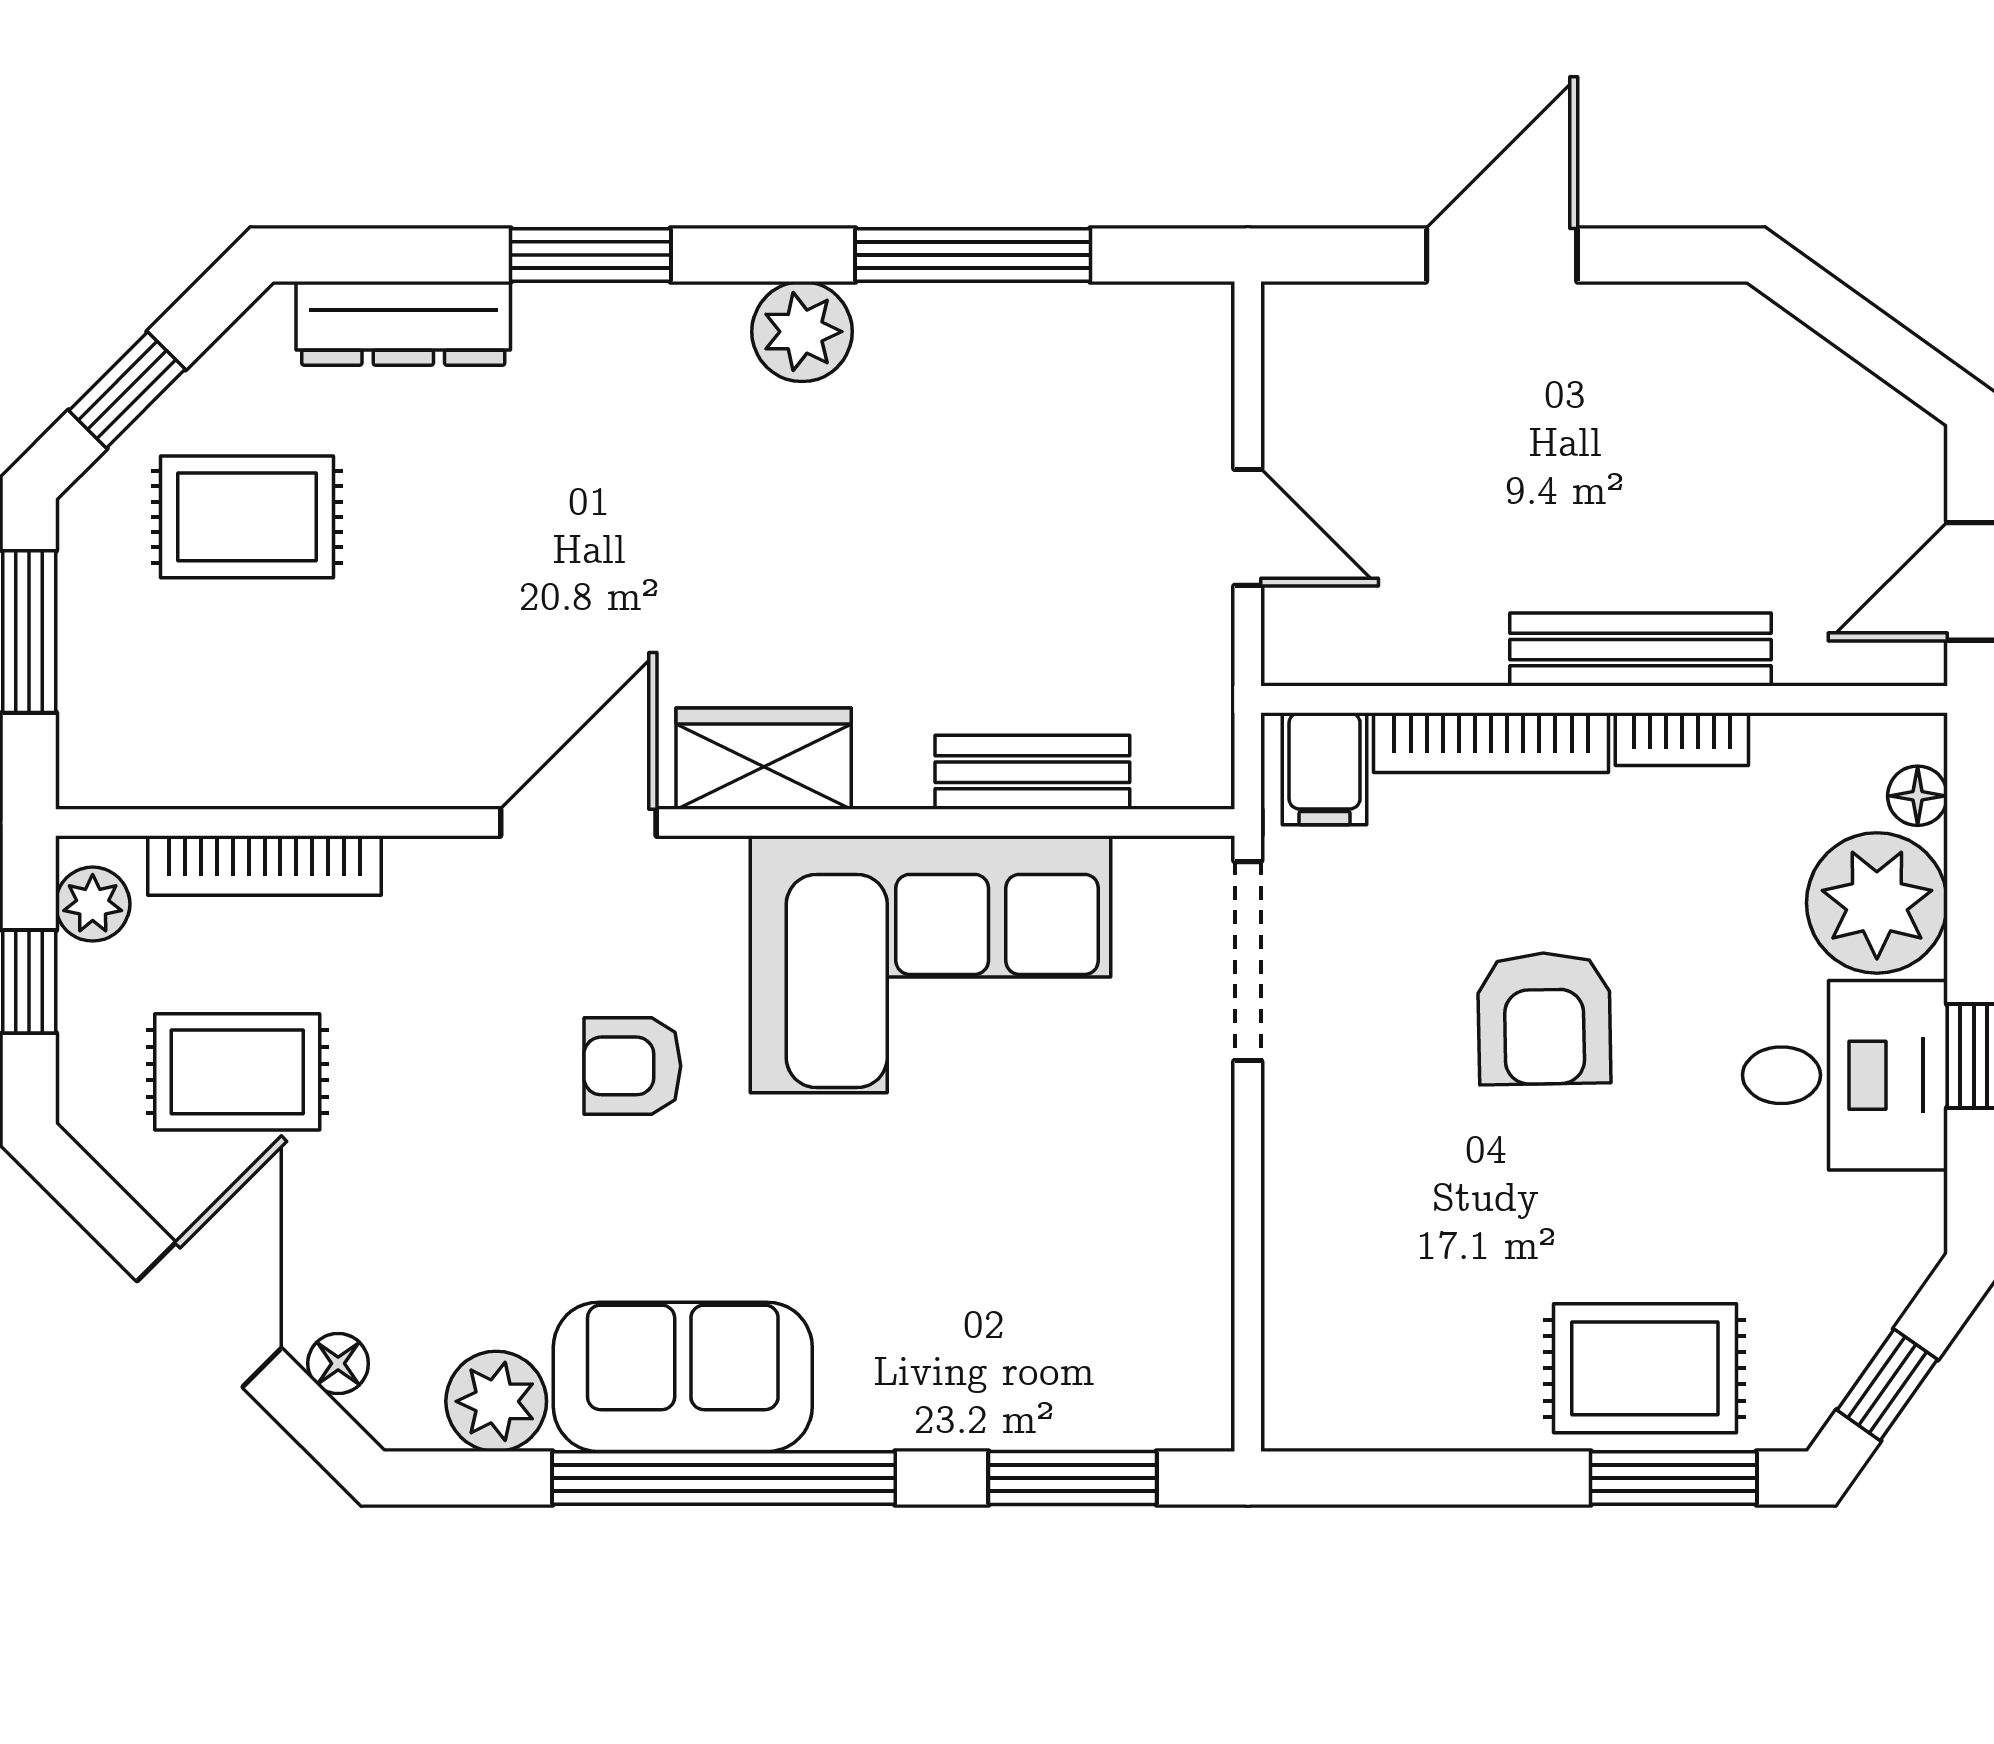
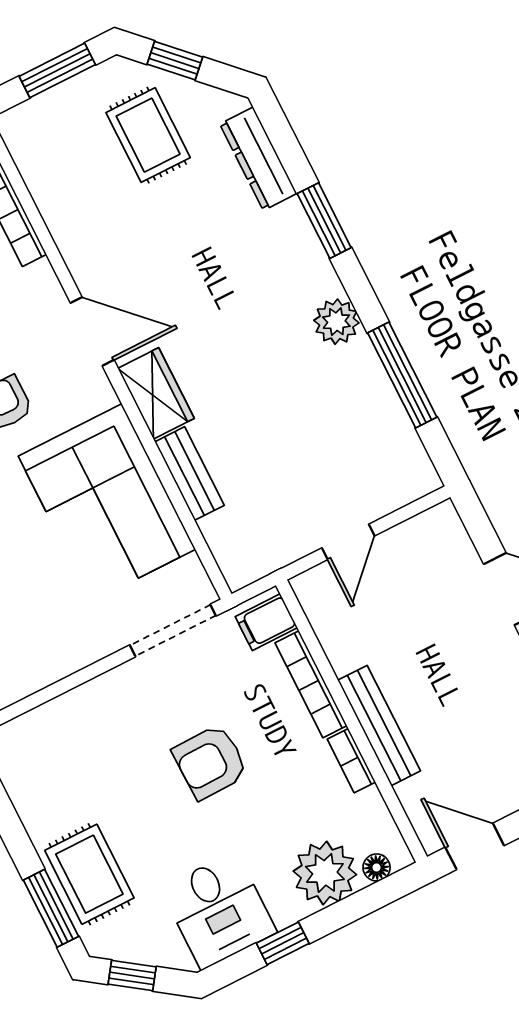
bench: (1032, 772) -> (190, 474), moved
desk: (1845, 1075) -> (219, 910), moved

